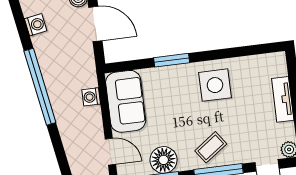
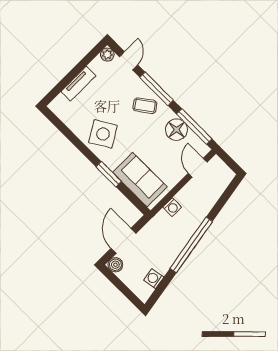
side table: (215, 85) -> (103, 134), turned -31
sofa: (126, 101) -> (140, 180), moved, turned 90

